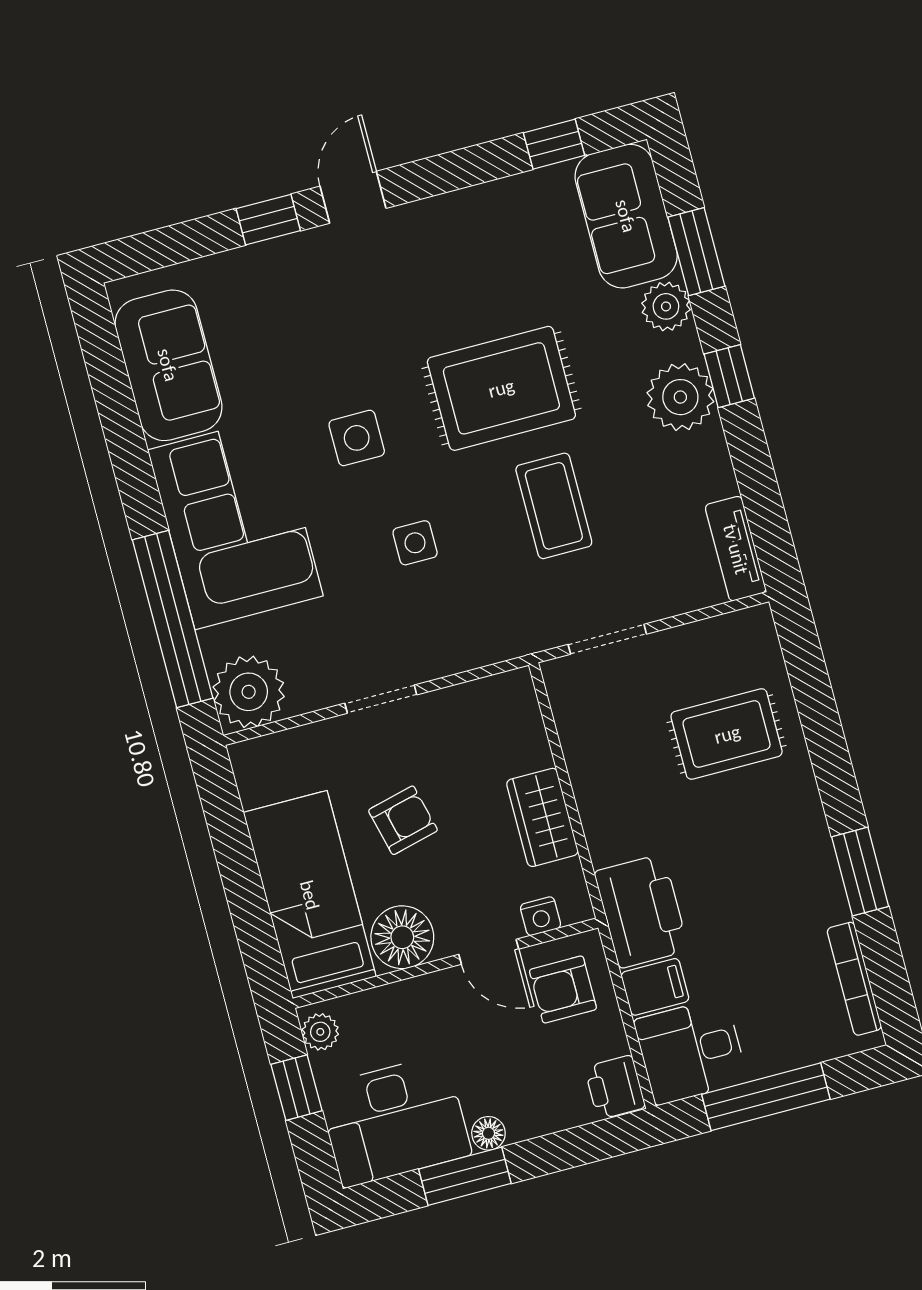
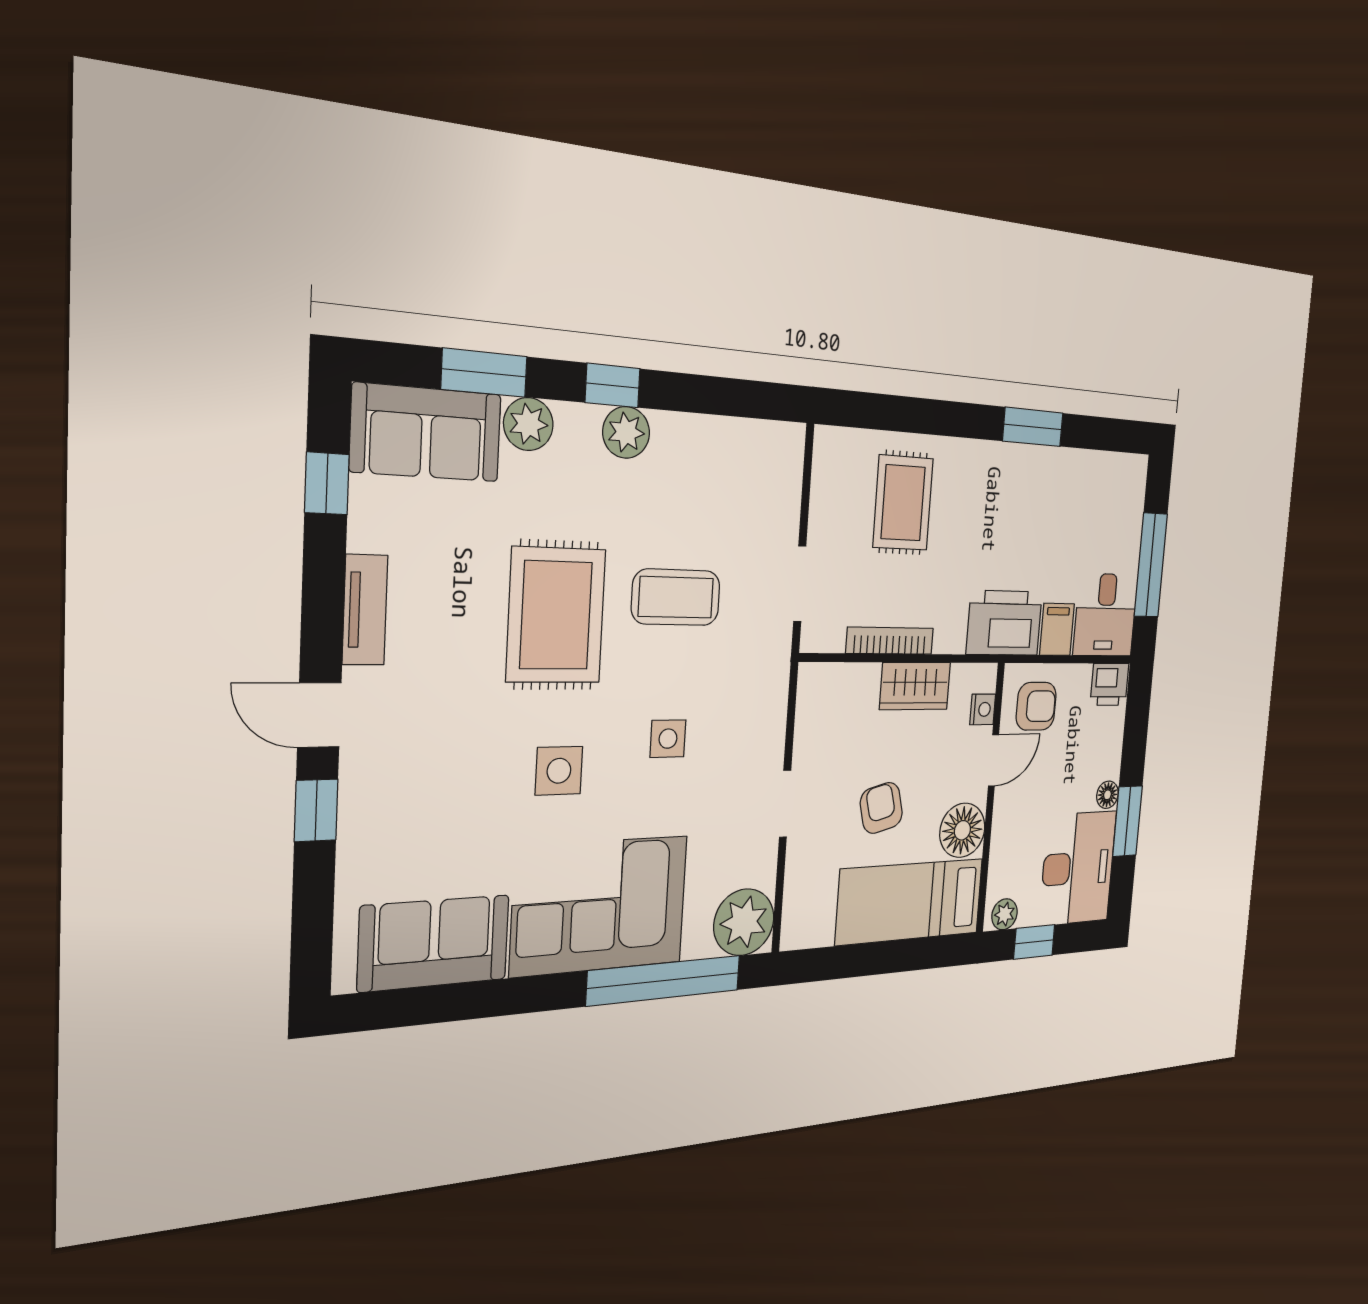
plant: (680, 397) -> (626, 432), width x0.73, depth x0.73
tv unit: (736, 549) -> (365, 610), moved, turned -90
bookcase: (854, 979) -> (890, 641), moved, turned 180
armchair: (563, 989) -> (1036, 706), turned -90

